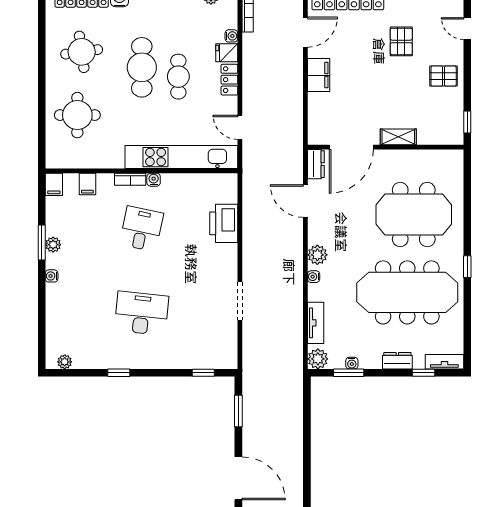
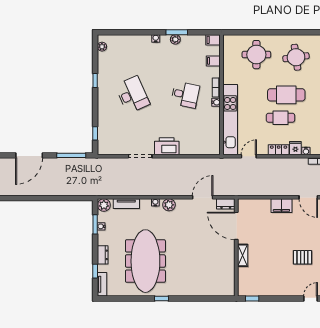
pallet: (444, 76) -> (281, 284), removed
meeting table: (414, 215) -> (194, 265), removed
printer: (224, 223) -> (167, 146), moved
desk: (141, 313) -> (132, 95), turned -30
window: (238, 411) -> (71, 155), width x1.44

